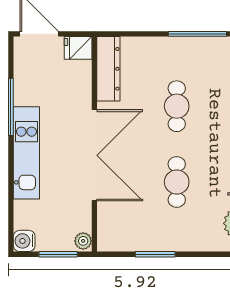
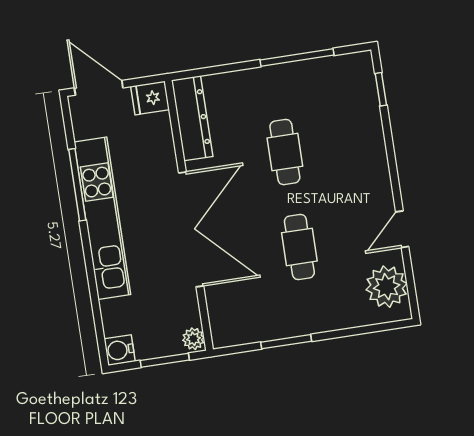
kitchen unit: (26, 153) -> (102, 218), width x1.36

